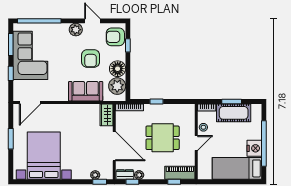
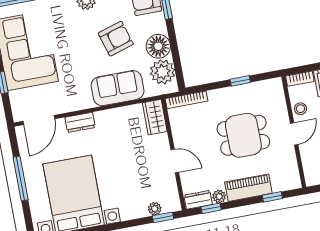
armchair: (91, 58) -> (116, 39), turned -107
window: (157, 102) -> (240, 81), moved
dresser: (57, 109) -> (80, 122), added
window: (11, 139) -> (21, 178), width x1.44
door: (114, 146) -> (175, 161), width x0.53
piano: (180, 173) -> (248, 188), moved

